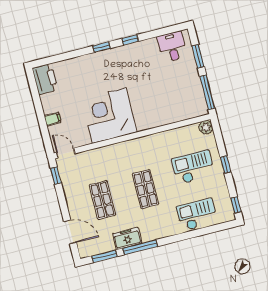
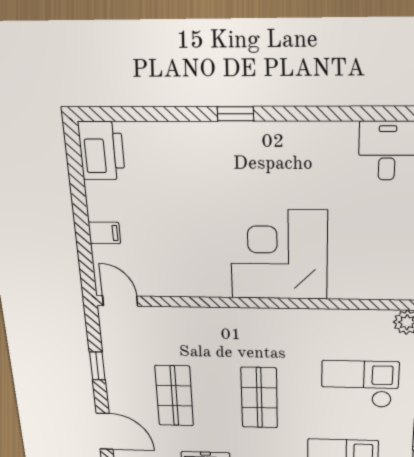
window: (130, 40) -> (301, 114), removed
corner desk: (109, 116) -> (279, 255), moved
window: (56, 175) -> (97, 366), moved

